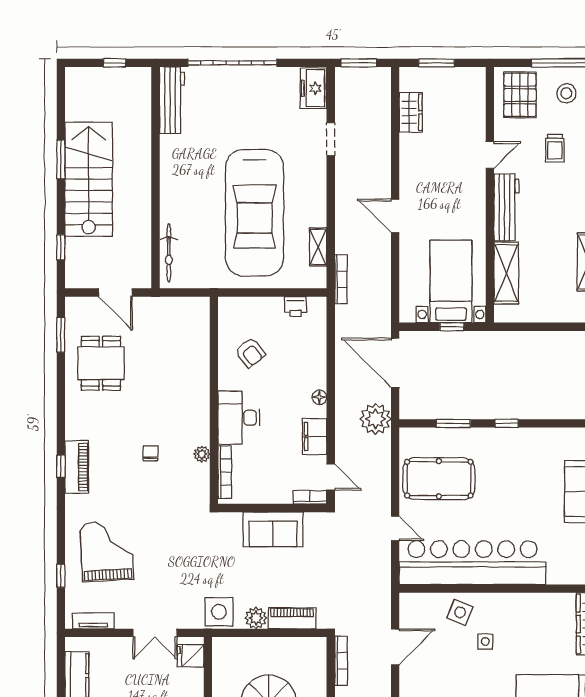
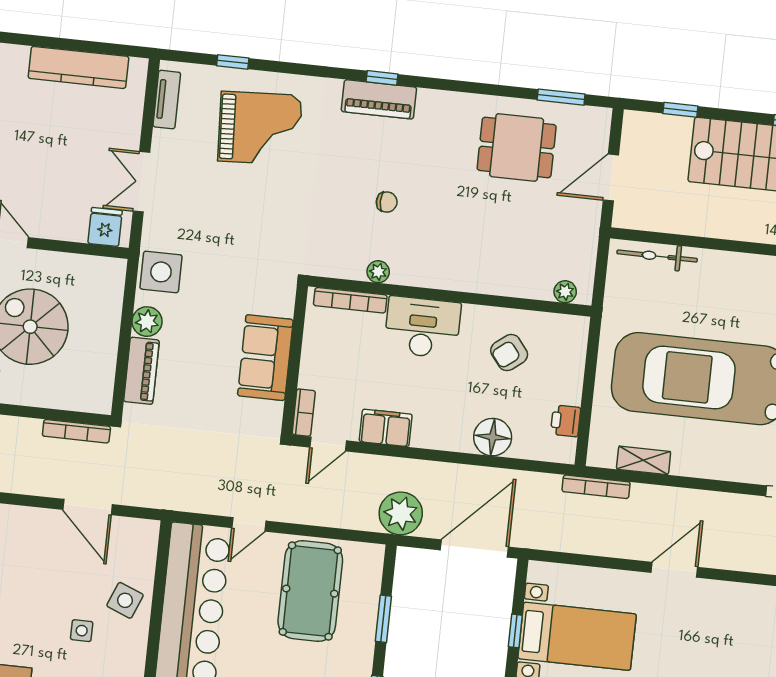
plant: (202, 317) -> (565, 292), added
floor lamp: (319, 397) -> (493, 437), moved, width x1.89, depth x1.89

